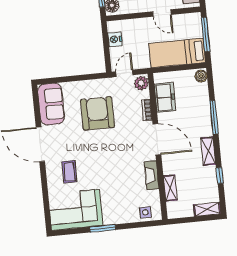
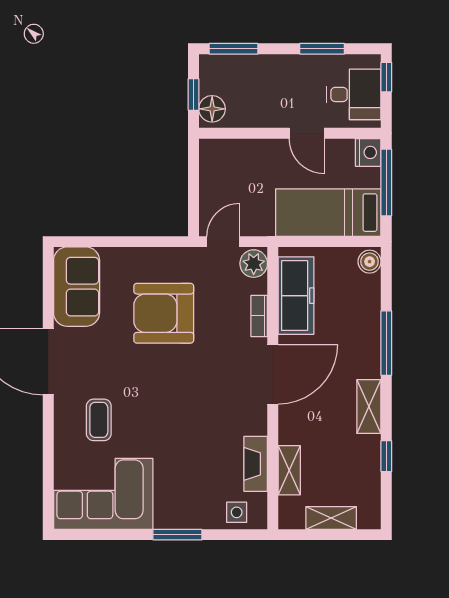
nightstand: (115, 39) -> (368, 152), moved, turned 180
freezer: (165, 97) -> (296, 296), width x1.40
armchair: (97, 113) -> (164, 313), turned -90
door: (157, 139) -> (273, 374), hinge flipped
fireplace: (152, 175) -> (256, 464), moved
shelving: (207, 209) -> (331, 518), moved
window: (103, 228) -> (177, 535), moved

